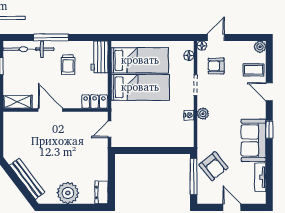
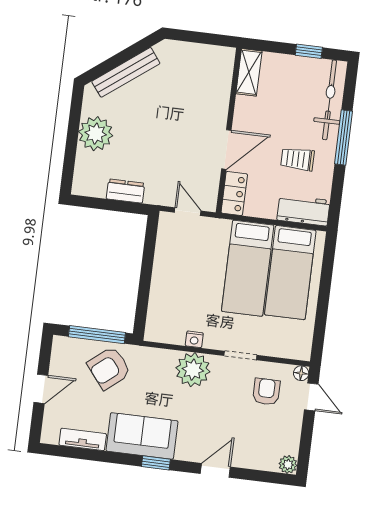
floor lamp: (189, 55) -> (288, 351), removed
coffee table: (254, 70) -> (253, 450), removed
door: (51, 110) -> (226, 150), moved
plant: (203, 114) -> (193, 370), width x1.88, depth x1.88
dresser: (101, 192) -> (125, 191), moved

